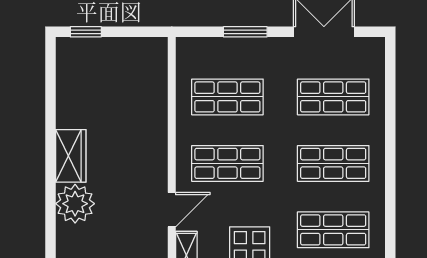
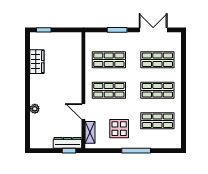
wardrobe: (71, 156) -> (37, 62), moved
plant: (75, 204) -> (35, 109), width x0.53, depth x0.53
door: (172, 210) -> (83, 111), swing flipped

